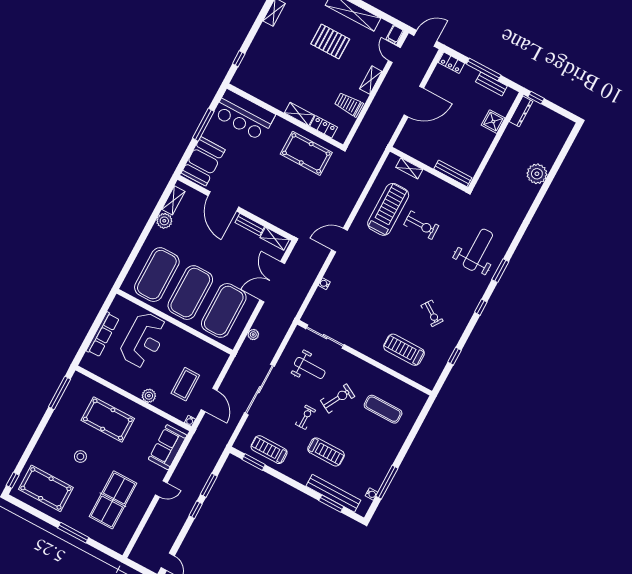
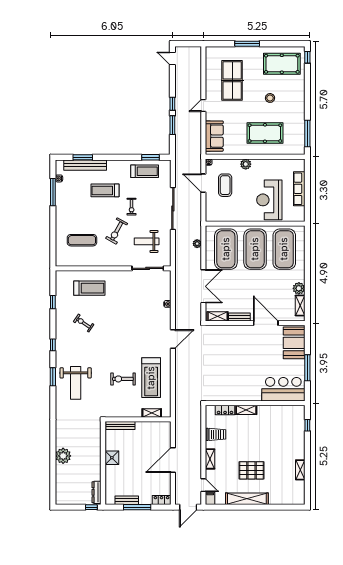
shower: (493, 122) -> (112, 458), moved
pool table: (306, 153) -> (227, 386), removed

